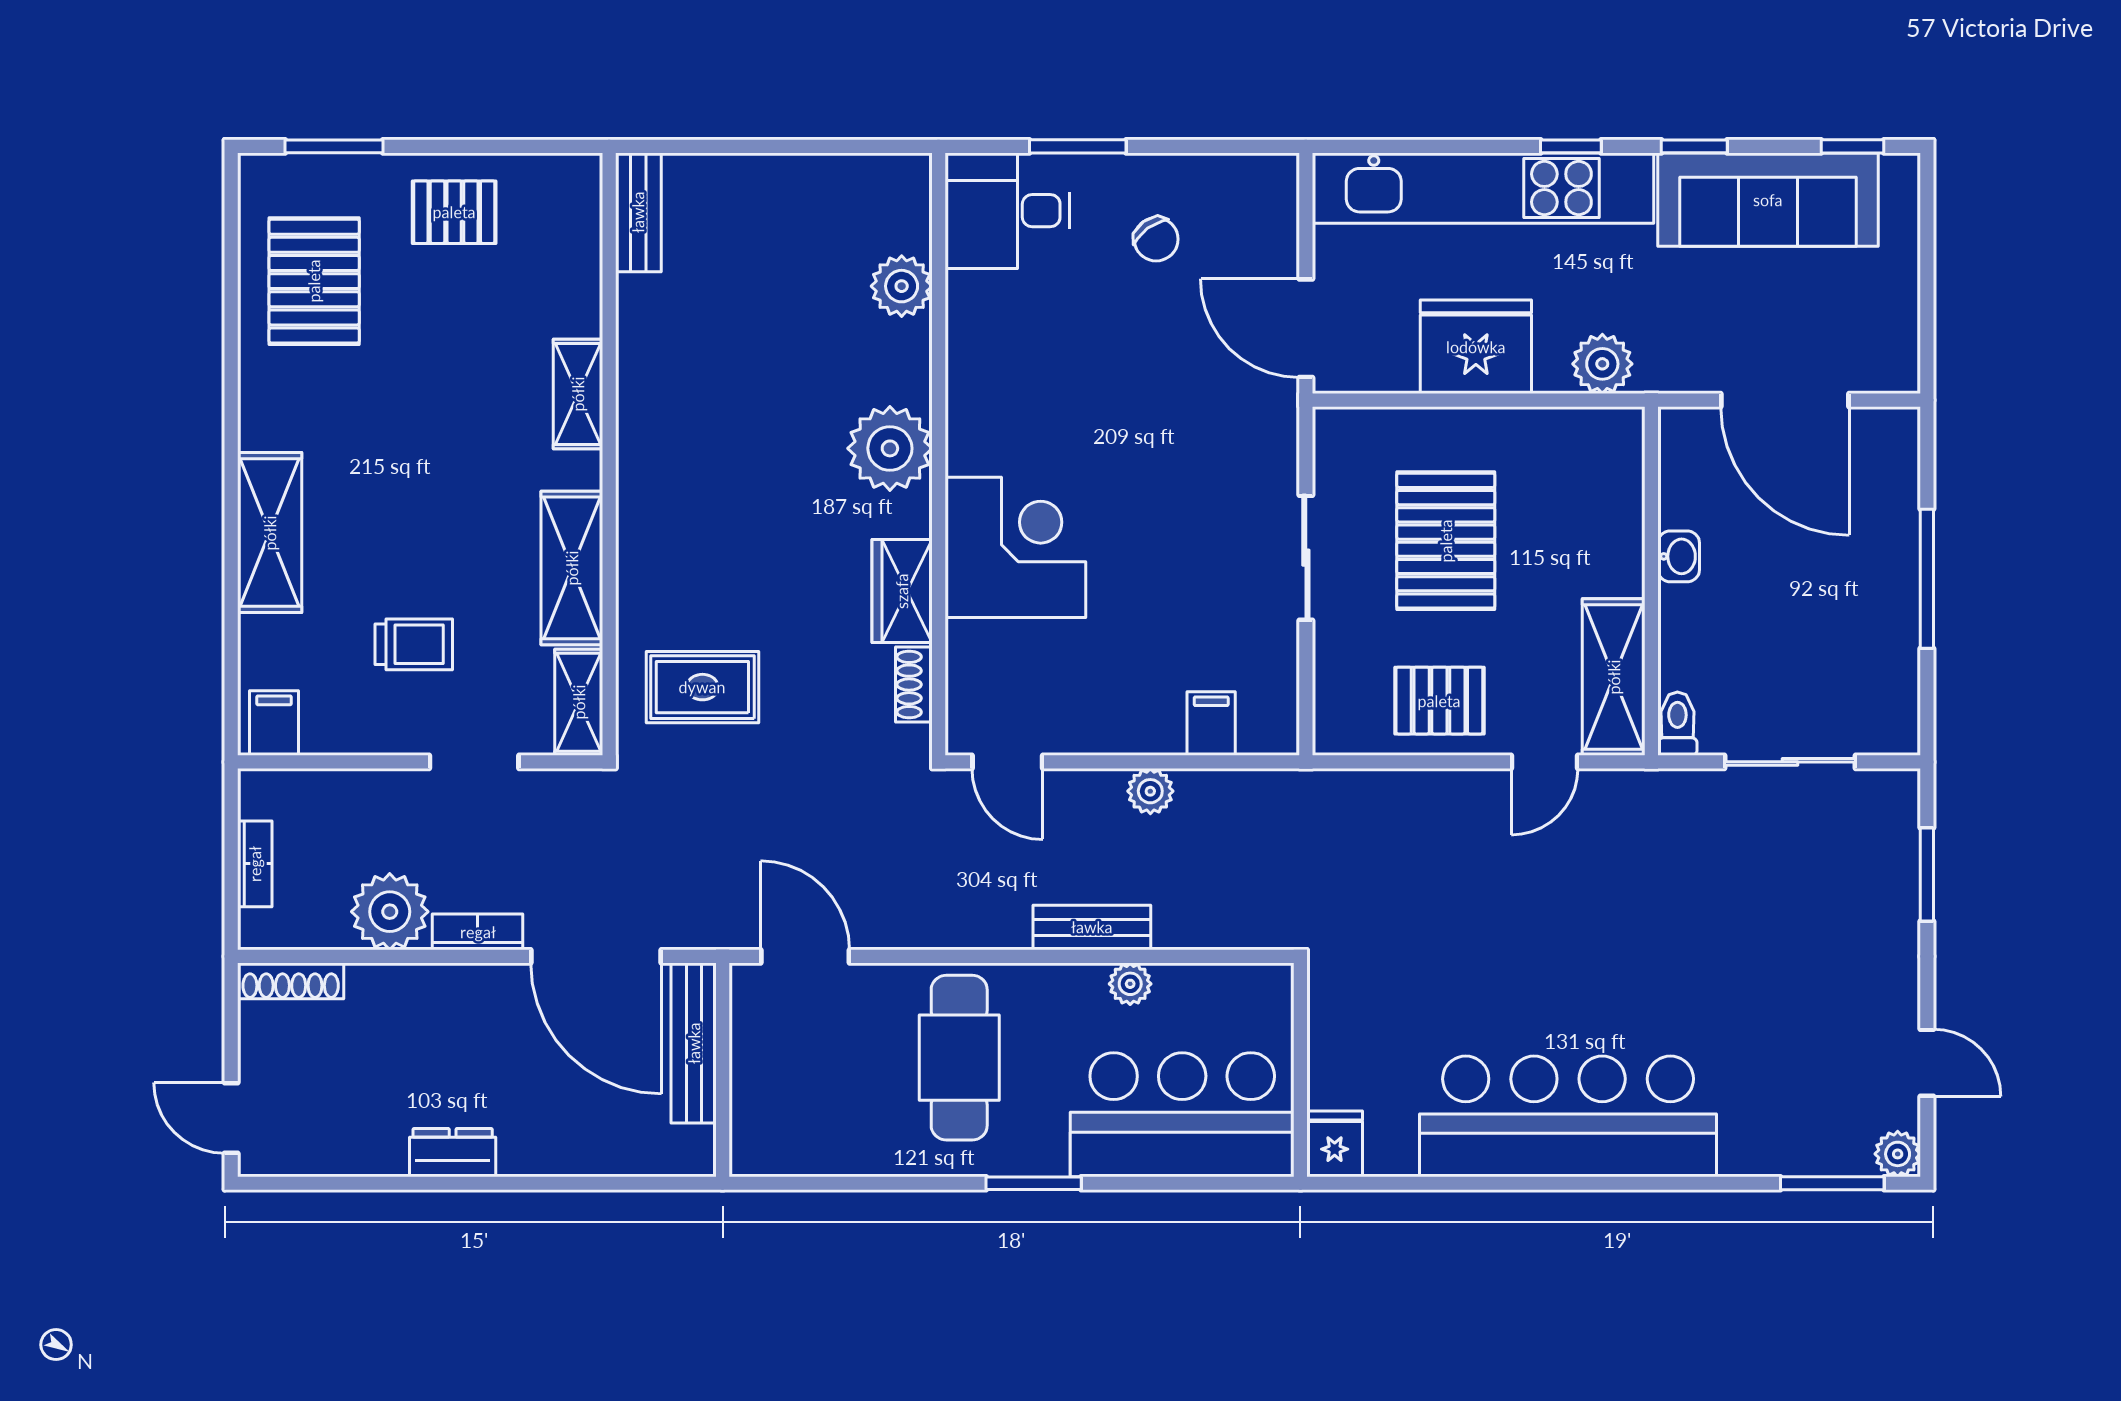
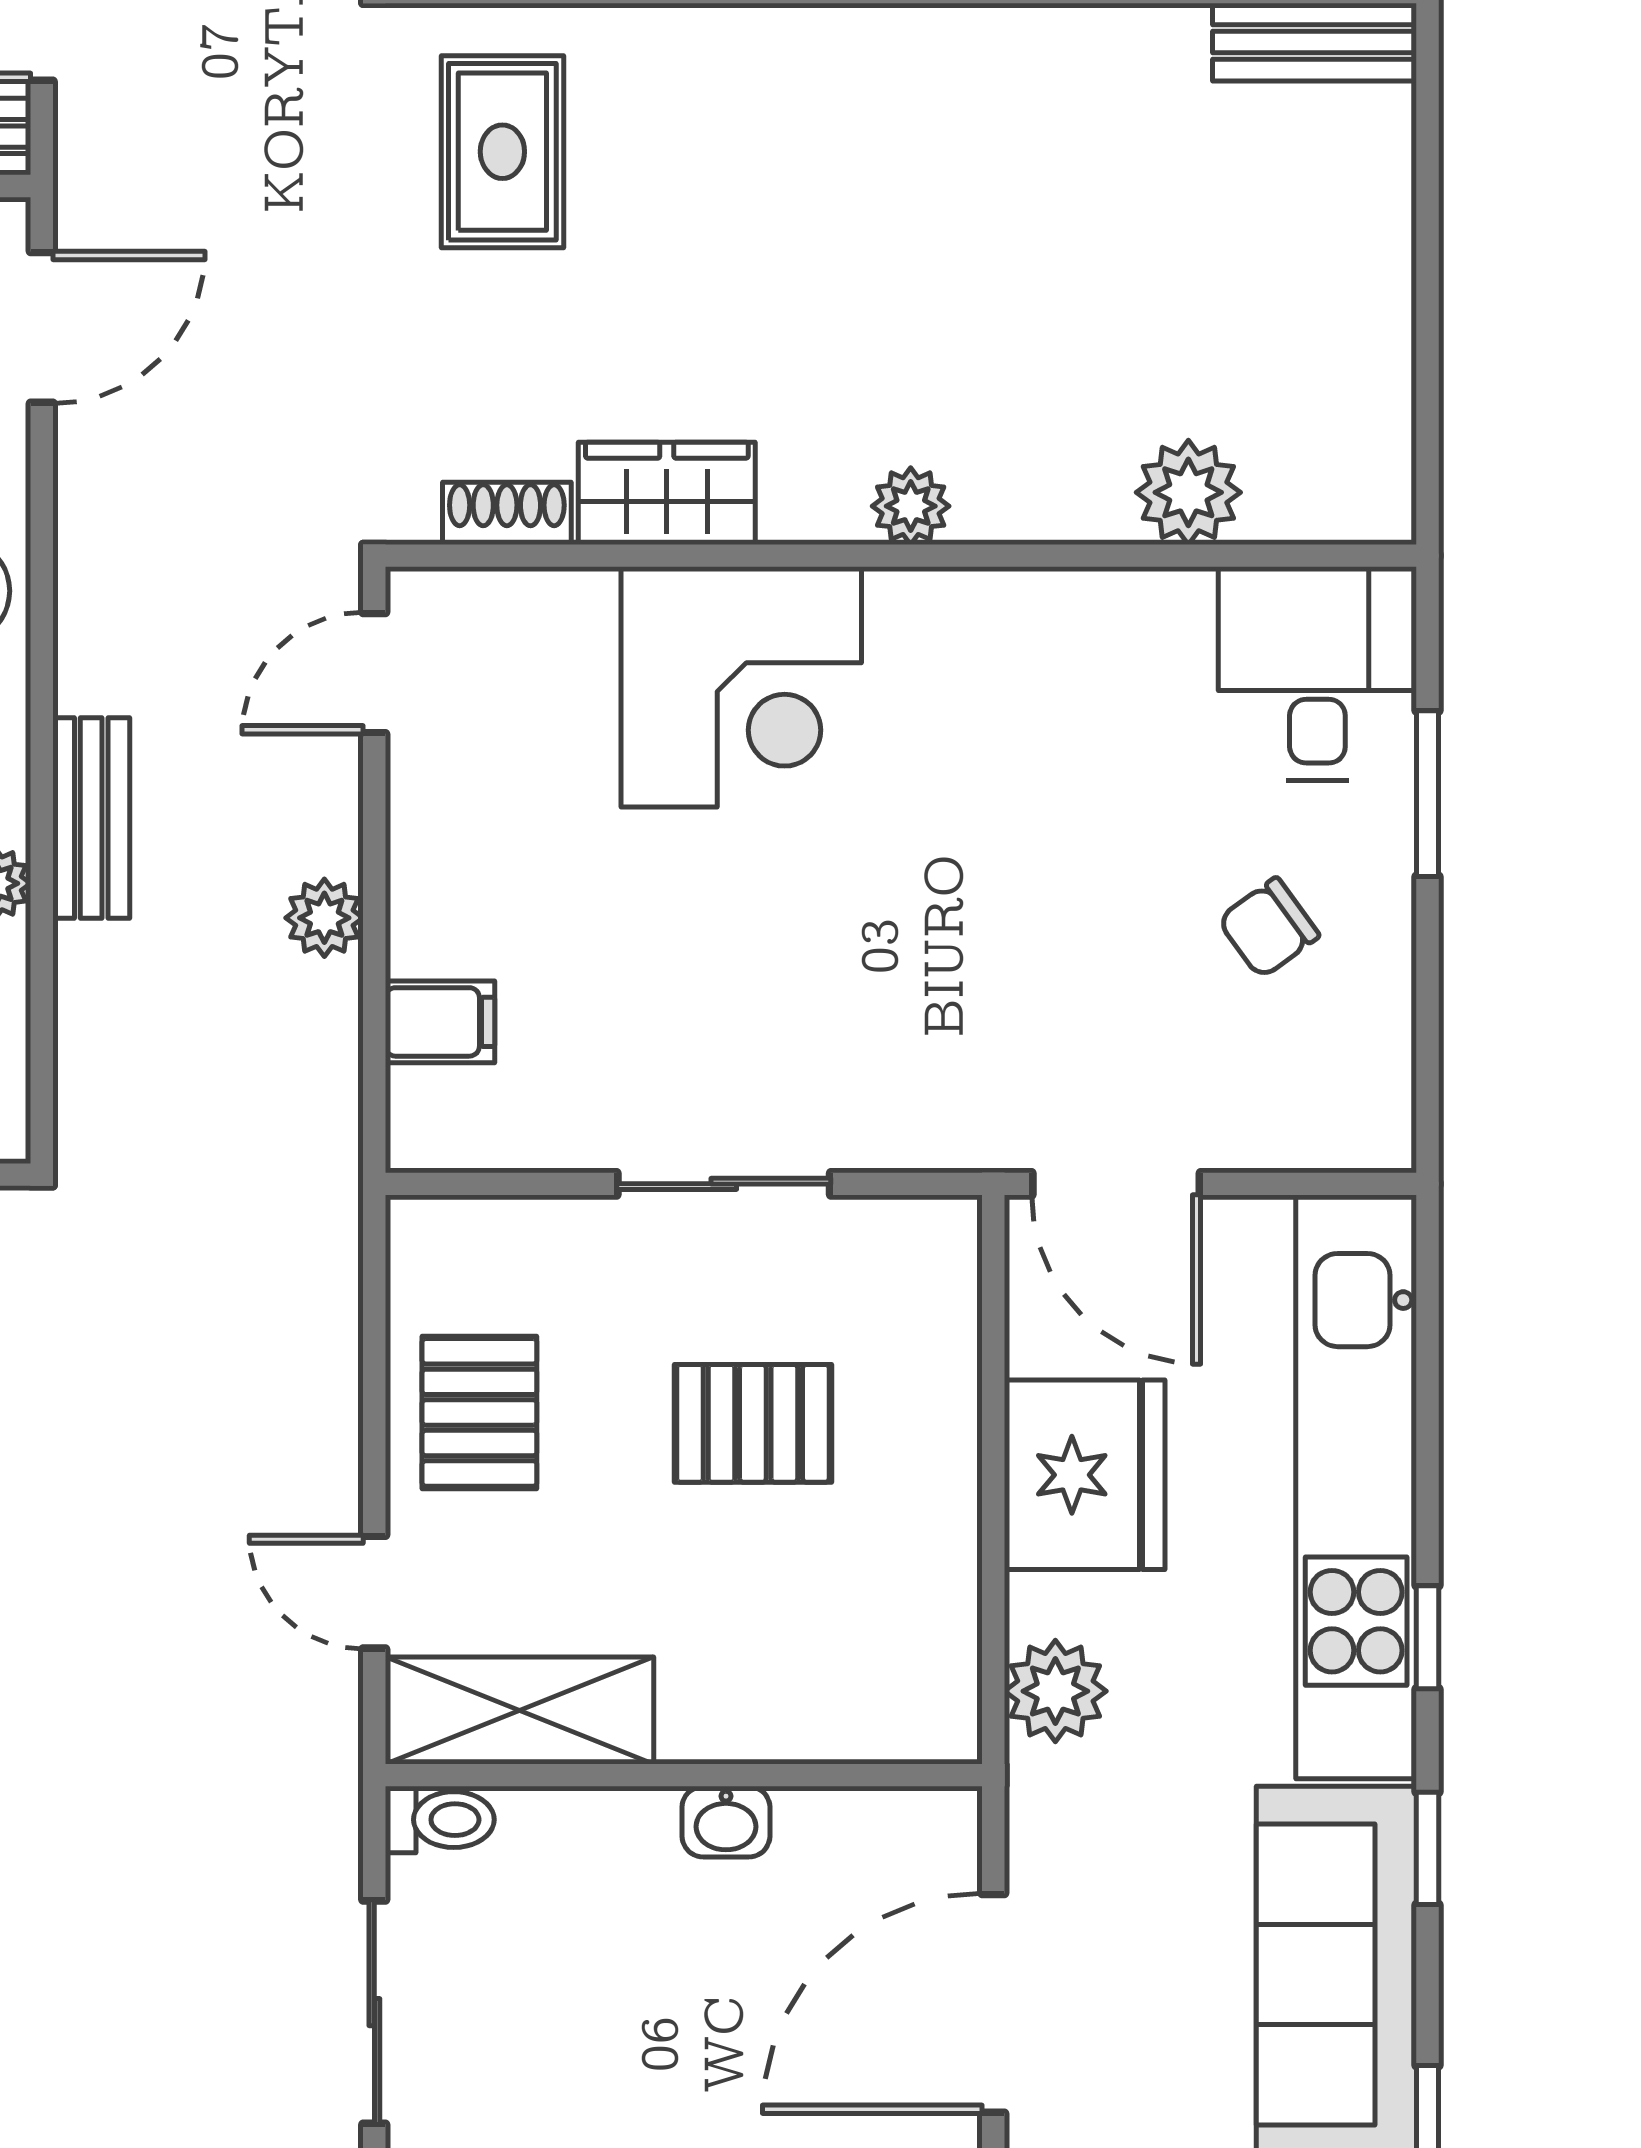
door: (1306, 328) -> (1116, 1184), swing flipped
plant: (890, 448) -> (911, 506), width x0.53, depth x0.53
pallet: (1446, 541) -> (753, 1423), width x0.67, depth x0.71

